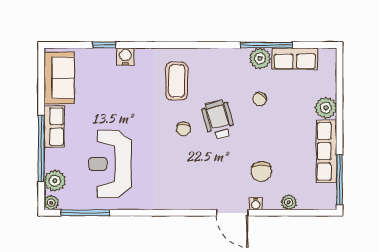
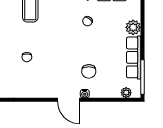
wheelchair: (218, 120) -> (59, 36), removed
chair: (183, 129) -> (27, 57), moved
plant: (289, 202) -> (126, 93), moved

